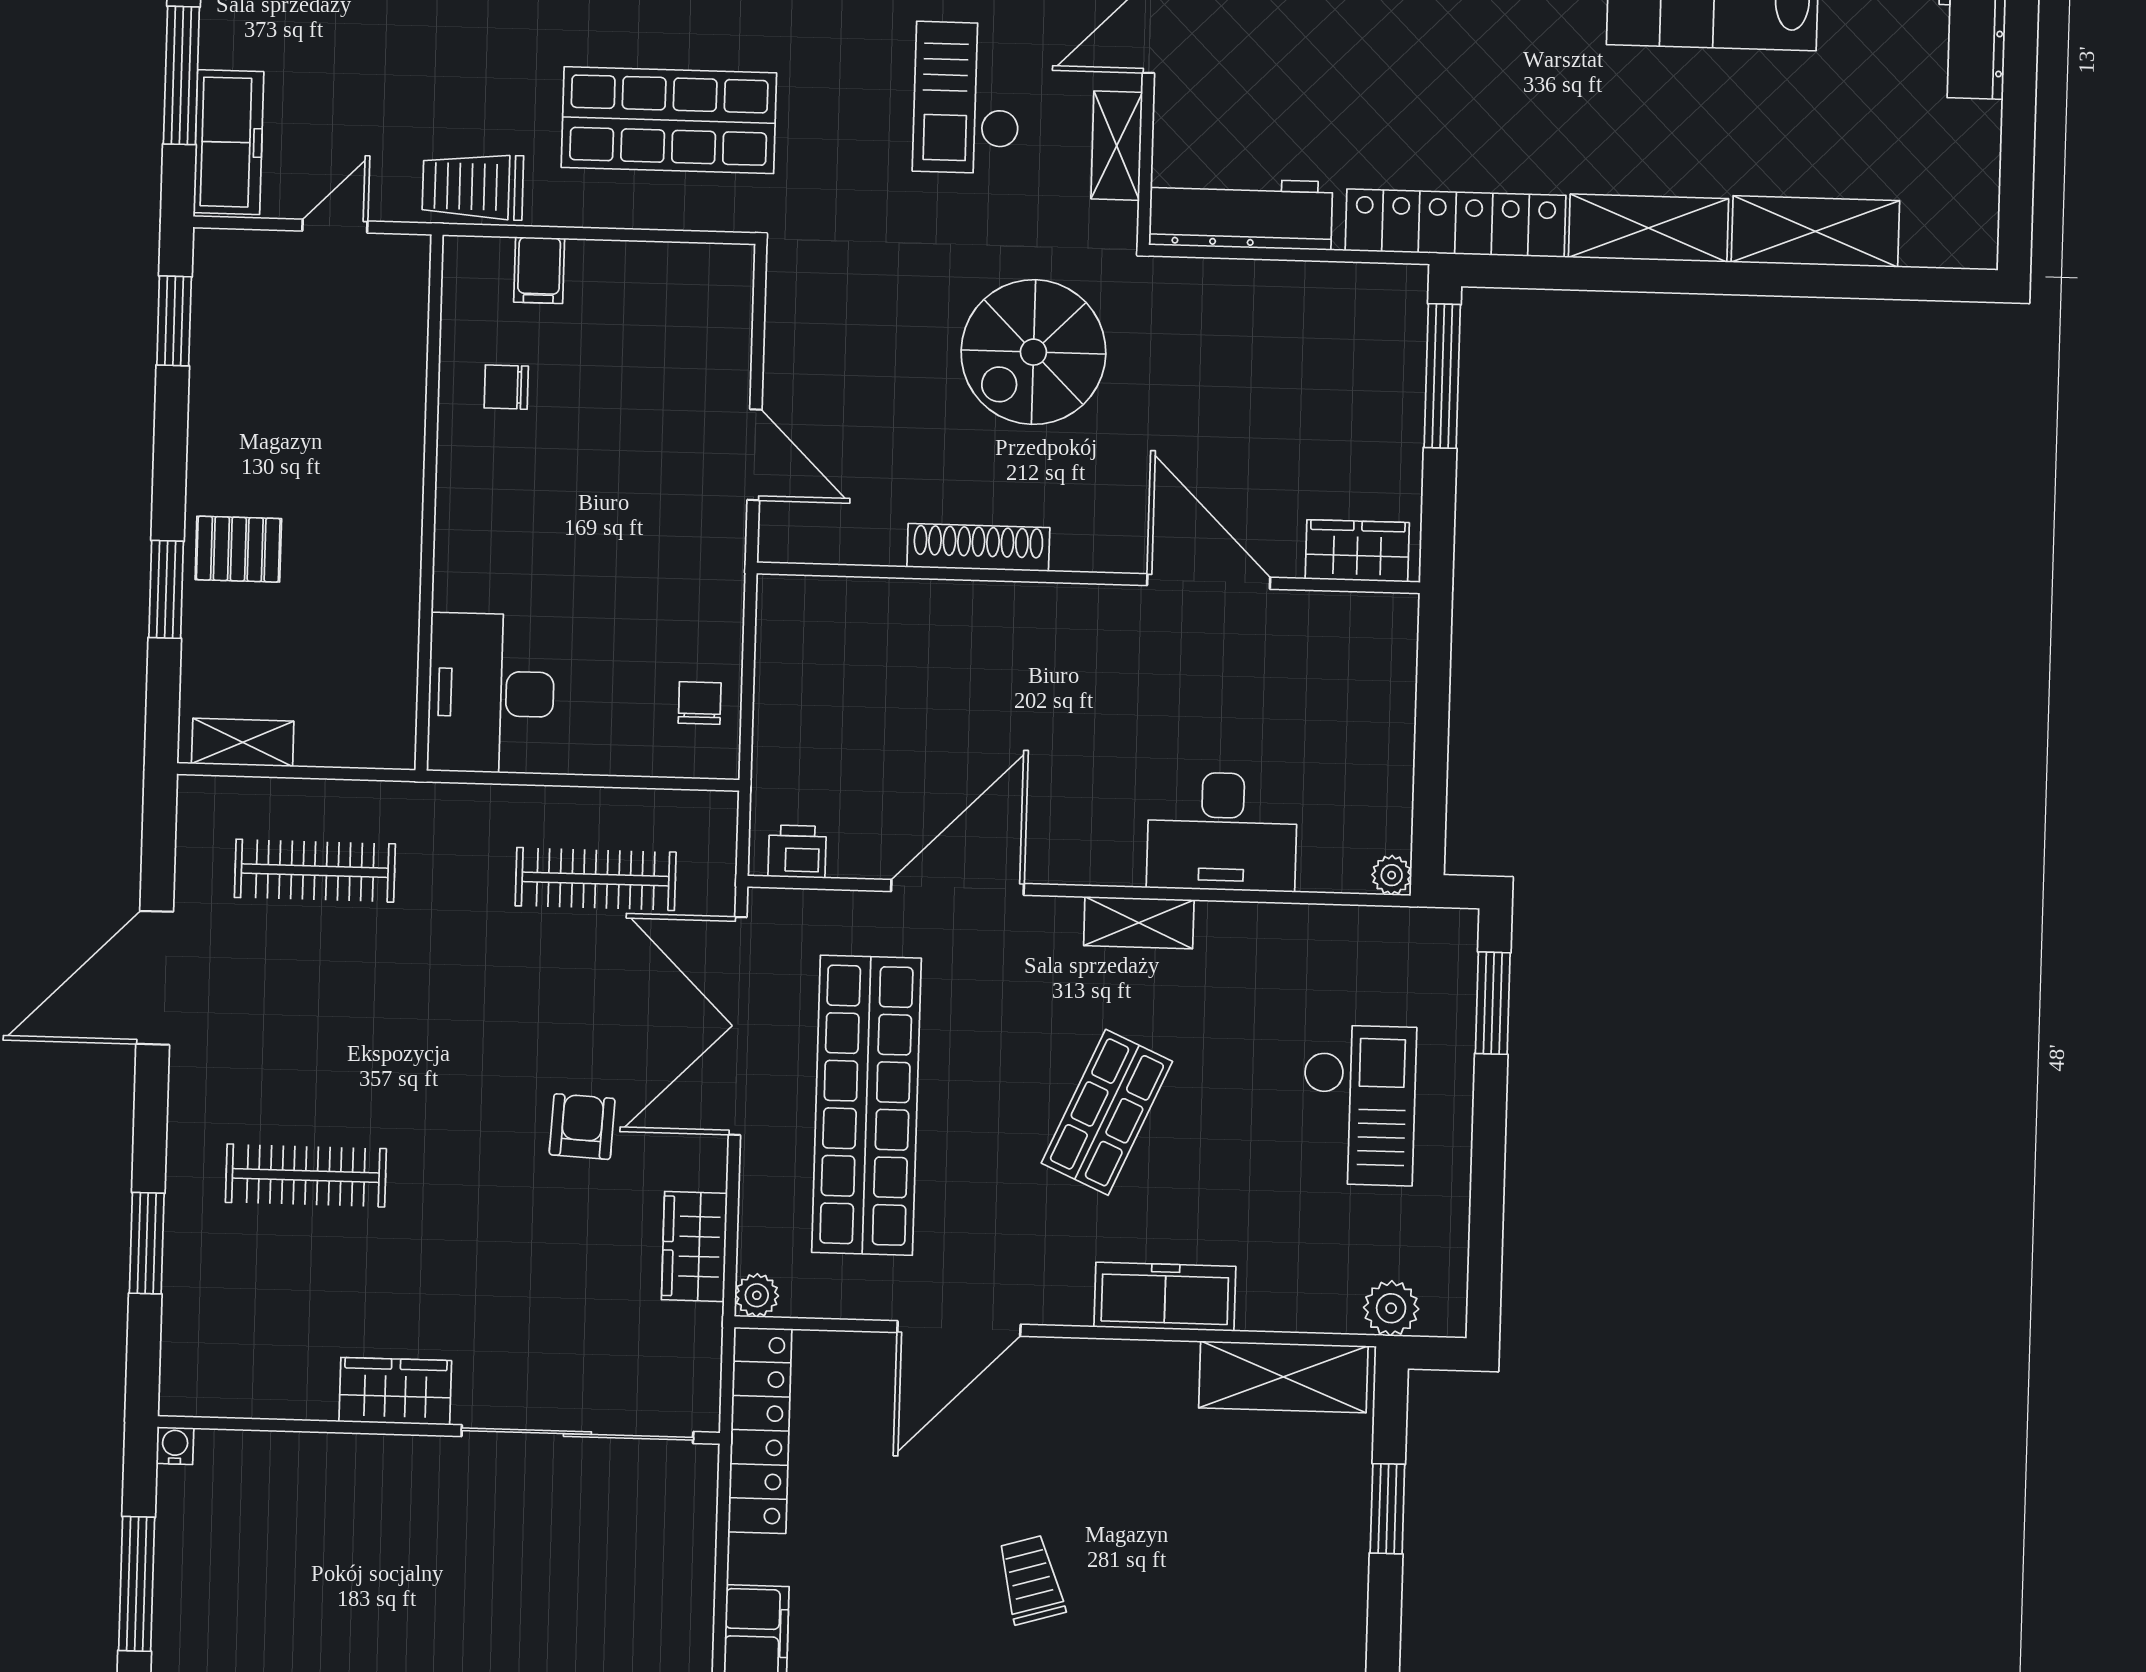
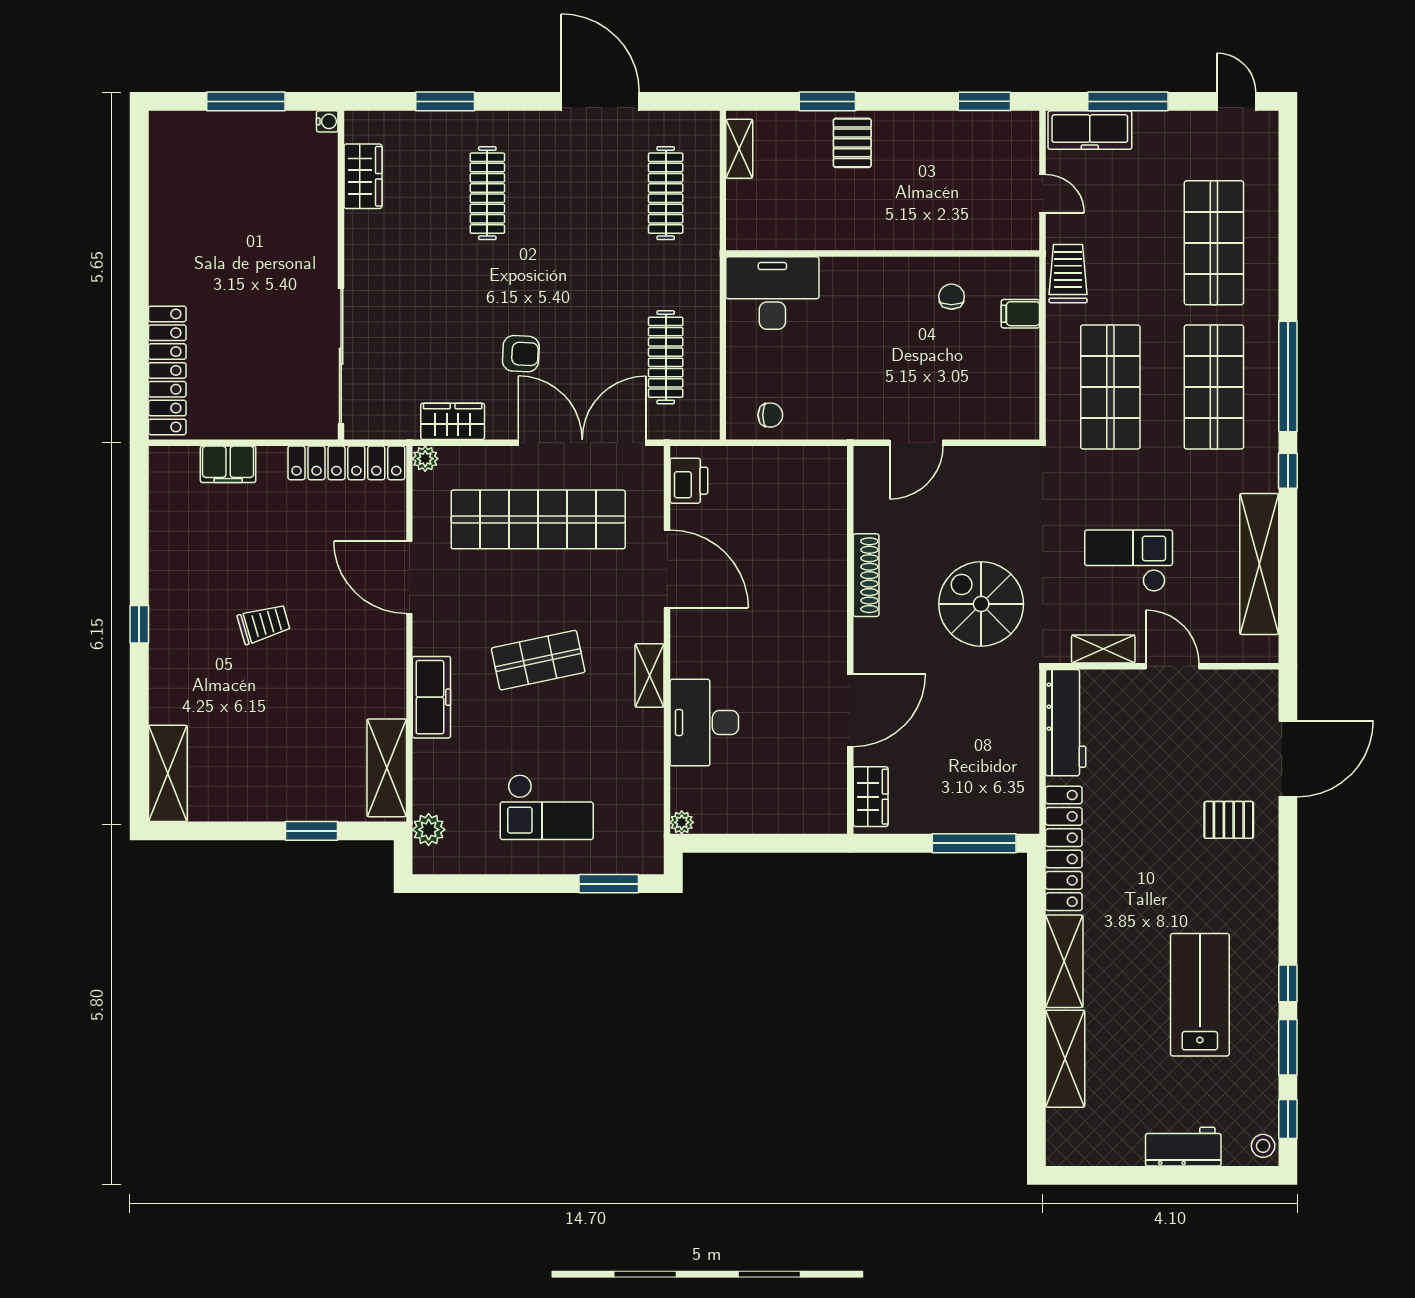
printer: (797, 851) -> (689, 481), width x1.36, depth x1.24
shop shelf: (1107, 1112) -> (538, 660), turned -36
wardrobe: (395, 1391) -> (363, 176), moved

